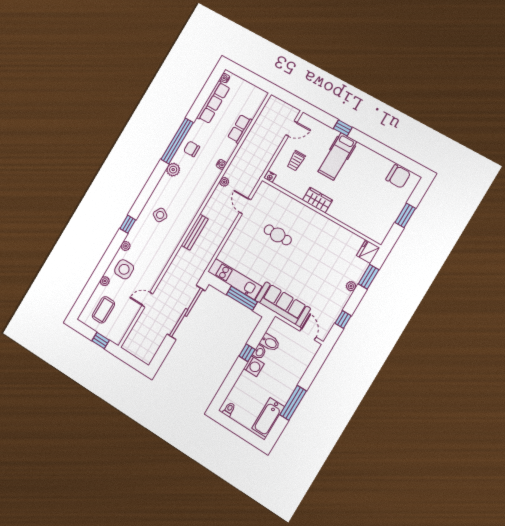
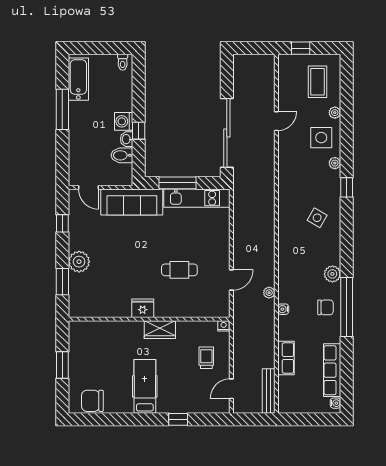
hospital bed: (337, 157) -> (145, 386), moved
door: (245, 206) -> (231, 280), hinge flipped
bench: (195, 232) -> (269, 391), moved
fridge: (368, 252) -> (143, 308), moved, turned -90
plant: (351, 286) -> (79, 262), width x1.88, depth x1.88

